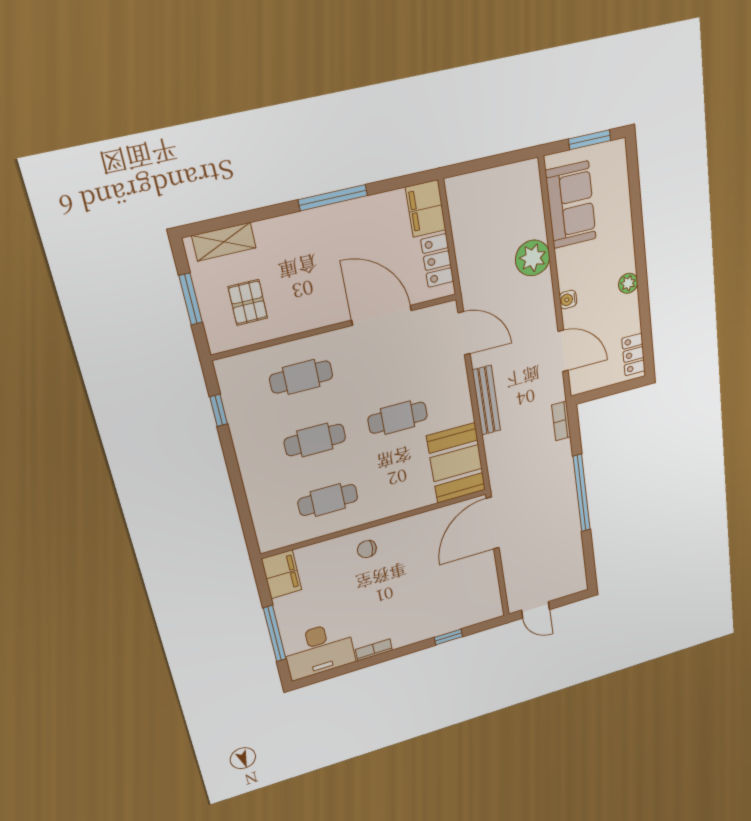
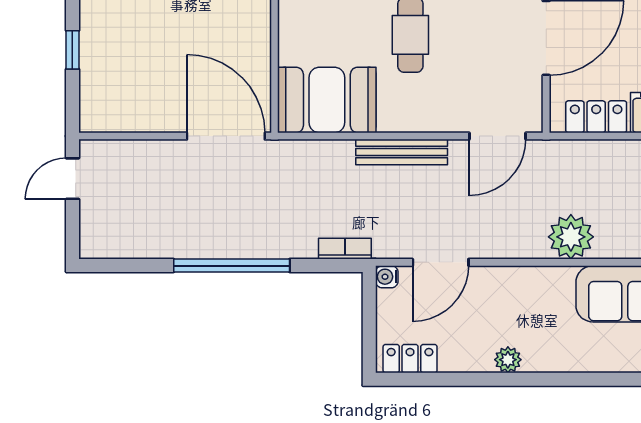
water cooler: (568, 299) -> (387, 277), moved, turned -90

